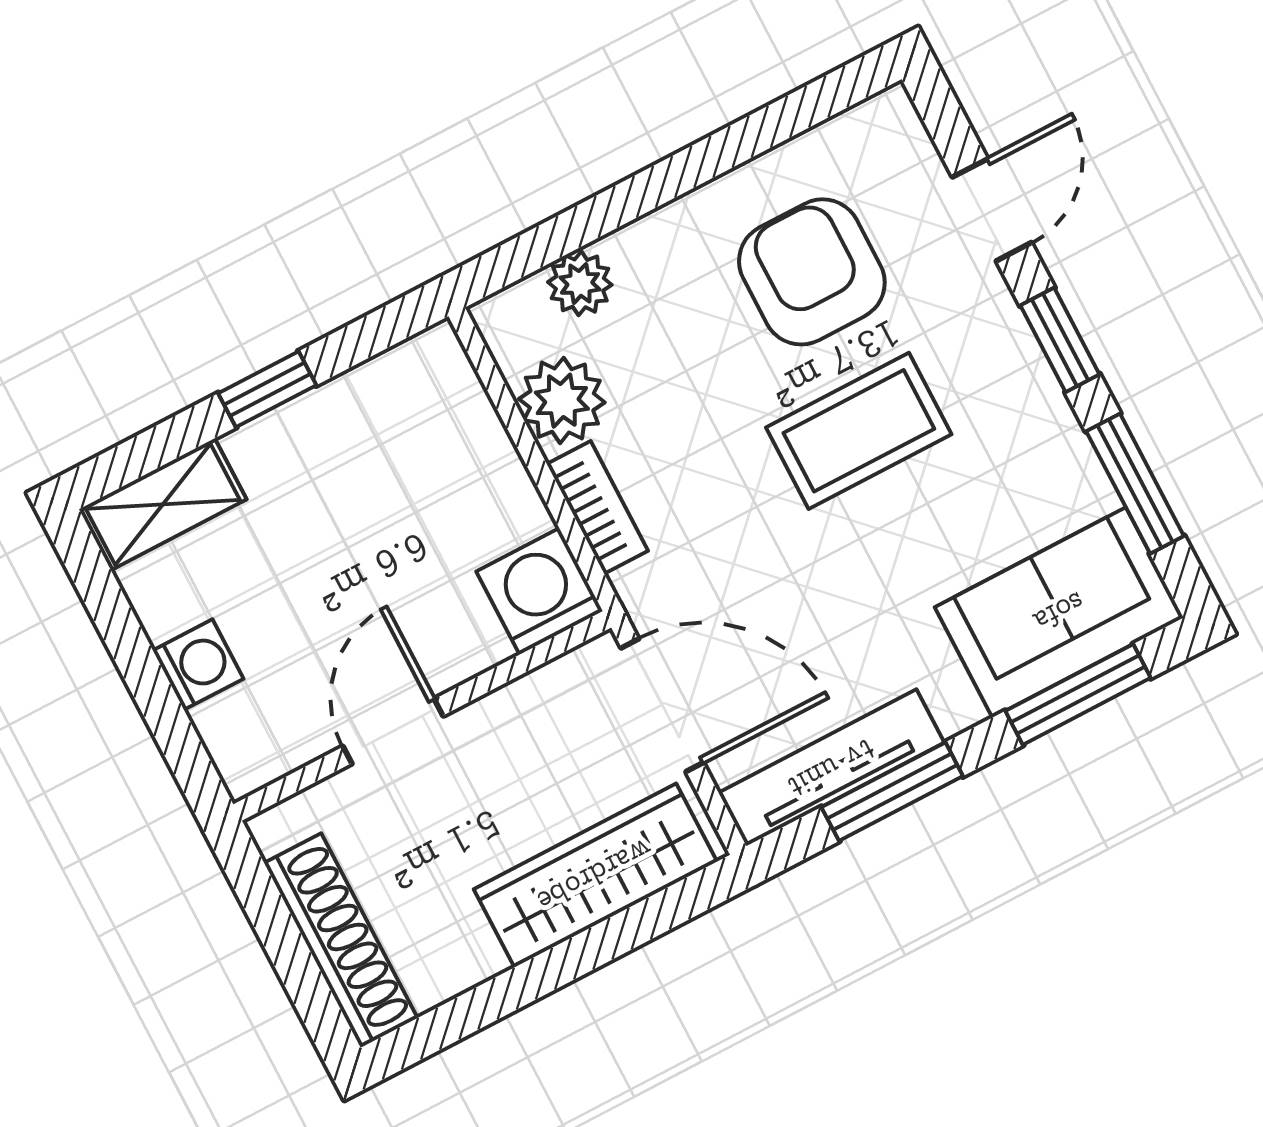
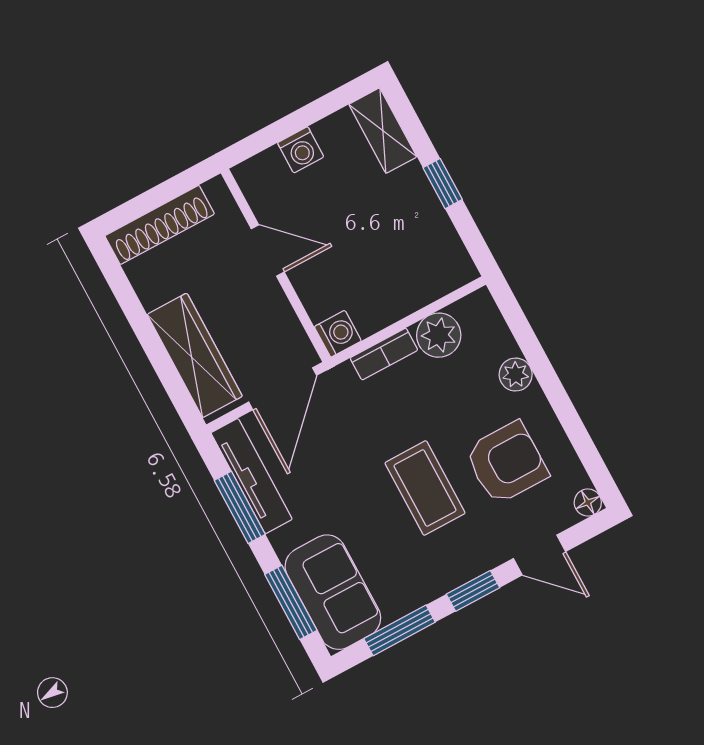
floor lamp: (891, 115) -> (588, 502), added
plant: (580, 283) -> (516, 375), moved
washing machine: (539, 591) -> (338, 334), width x0.73, depth x0.73

